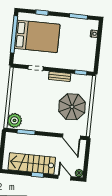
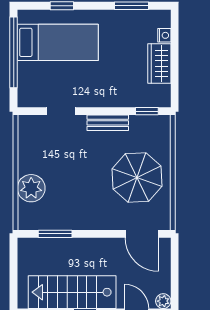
bed: (37, 36) -> (58, 42), width x0.67
wardrobe: (90, 48) -> (159, 64), added
plant: (14, 120) -> (31, 188), moved

